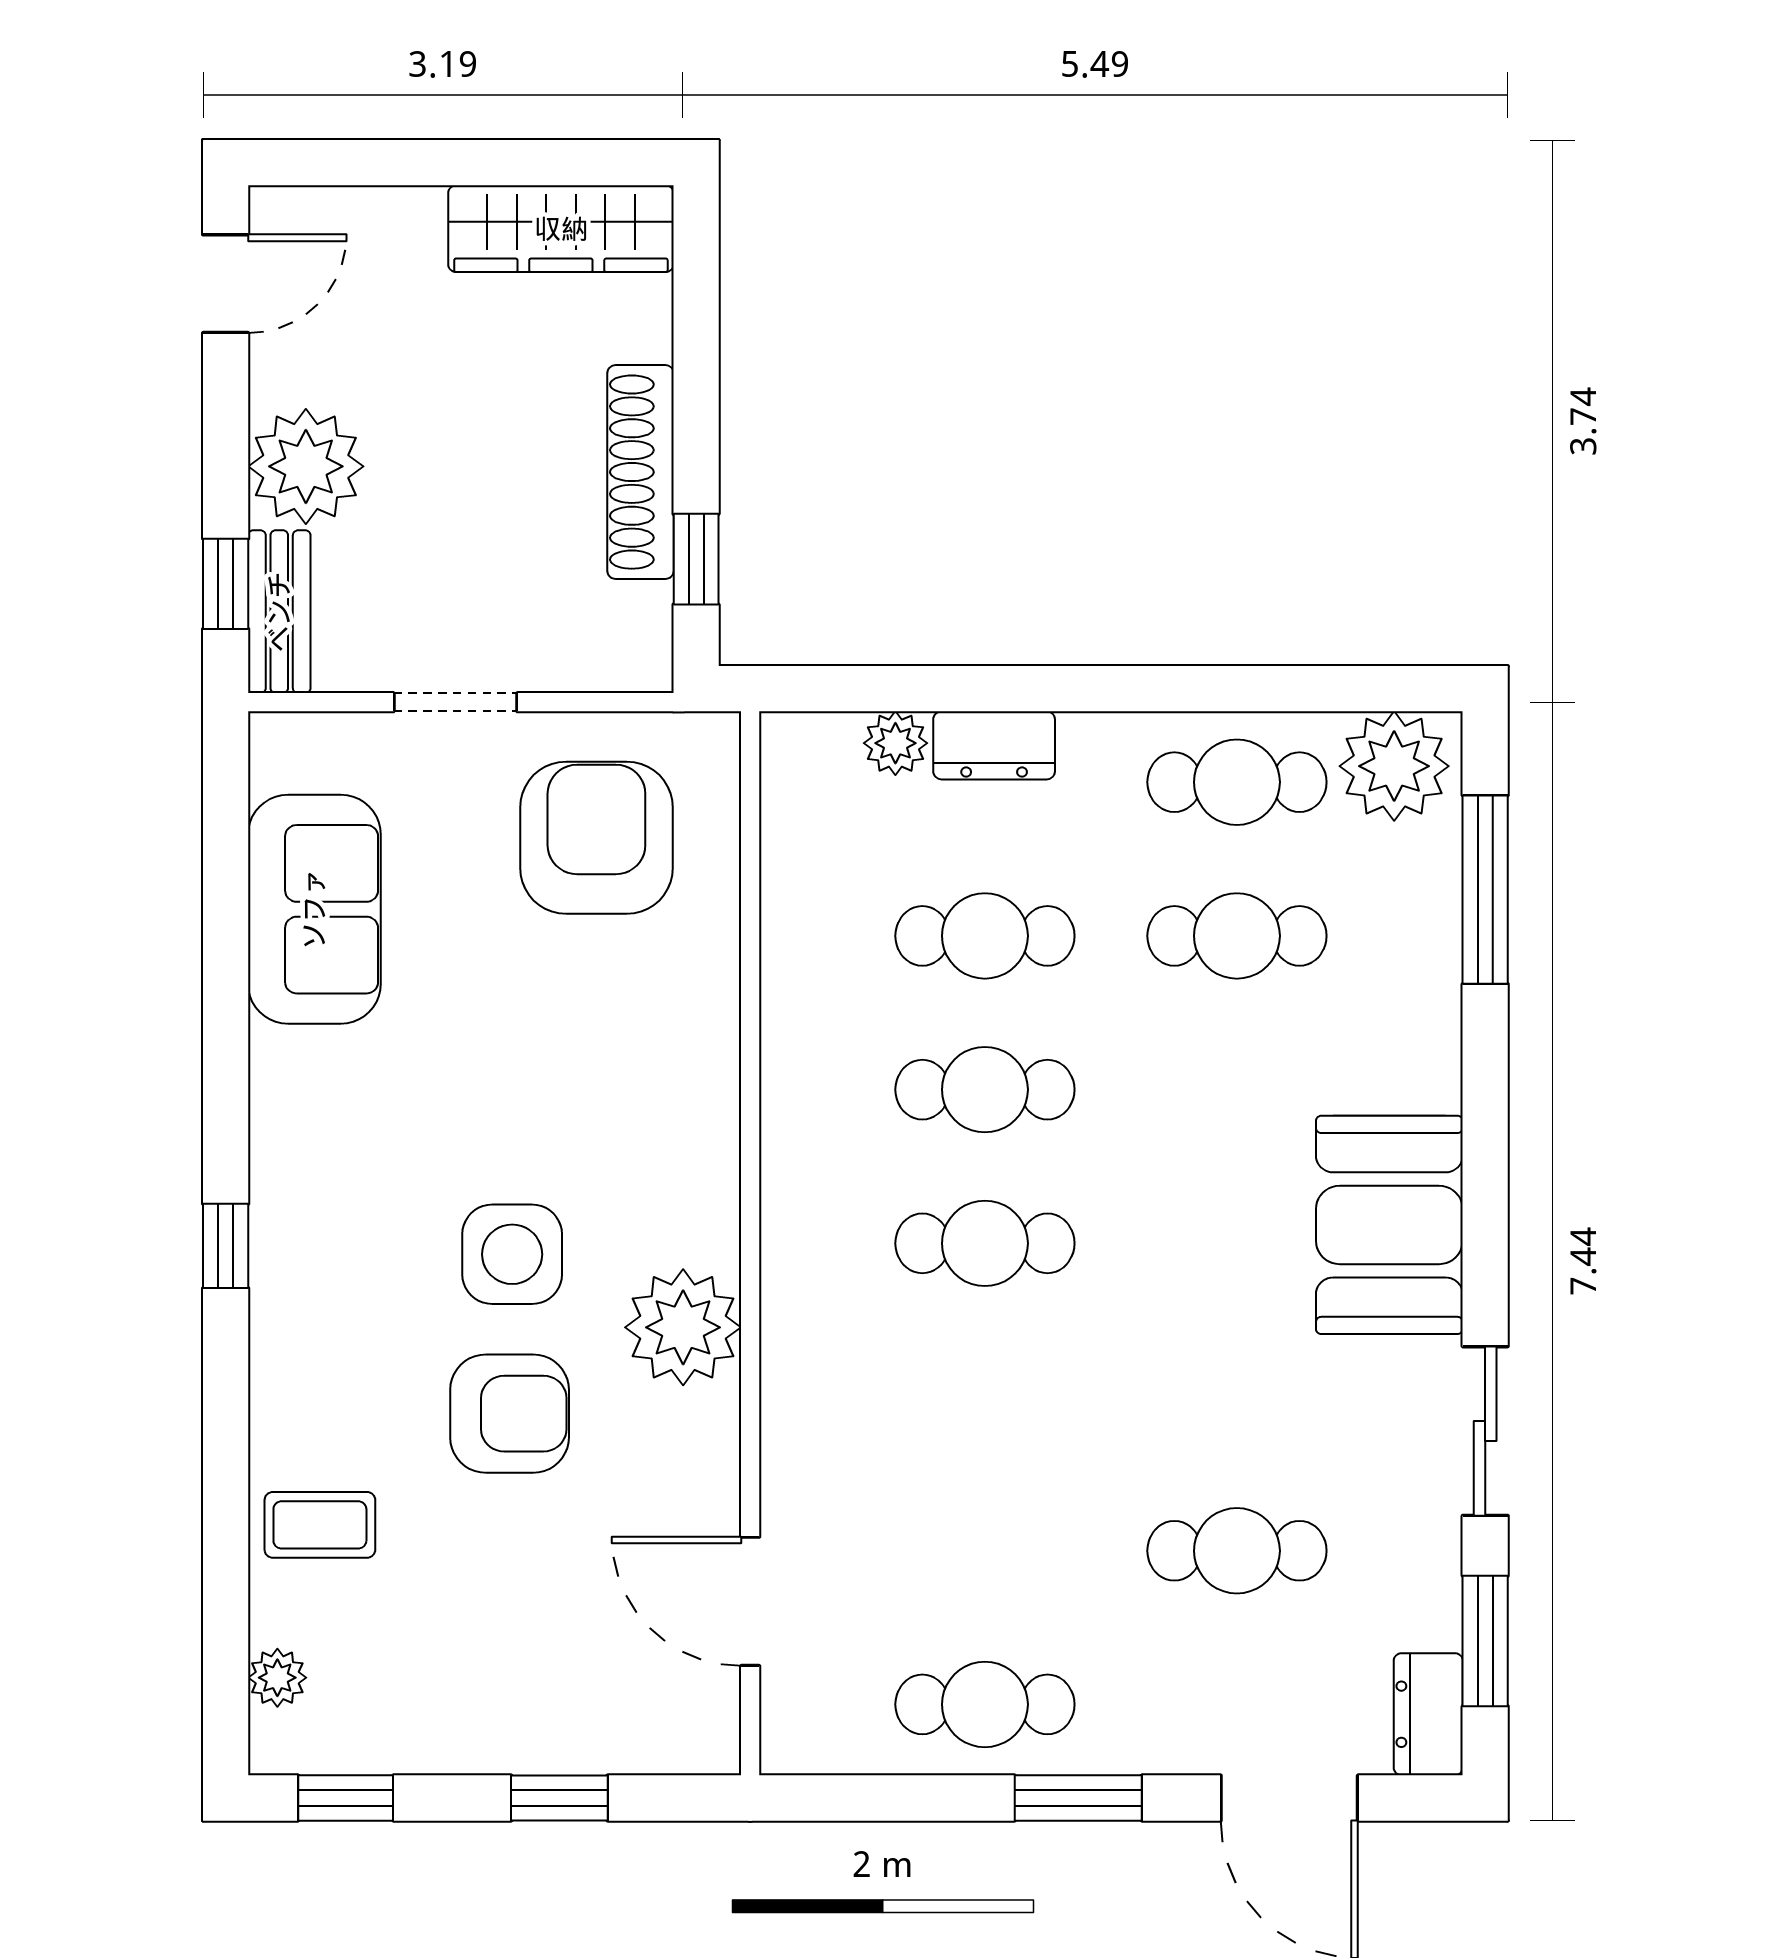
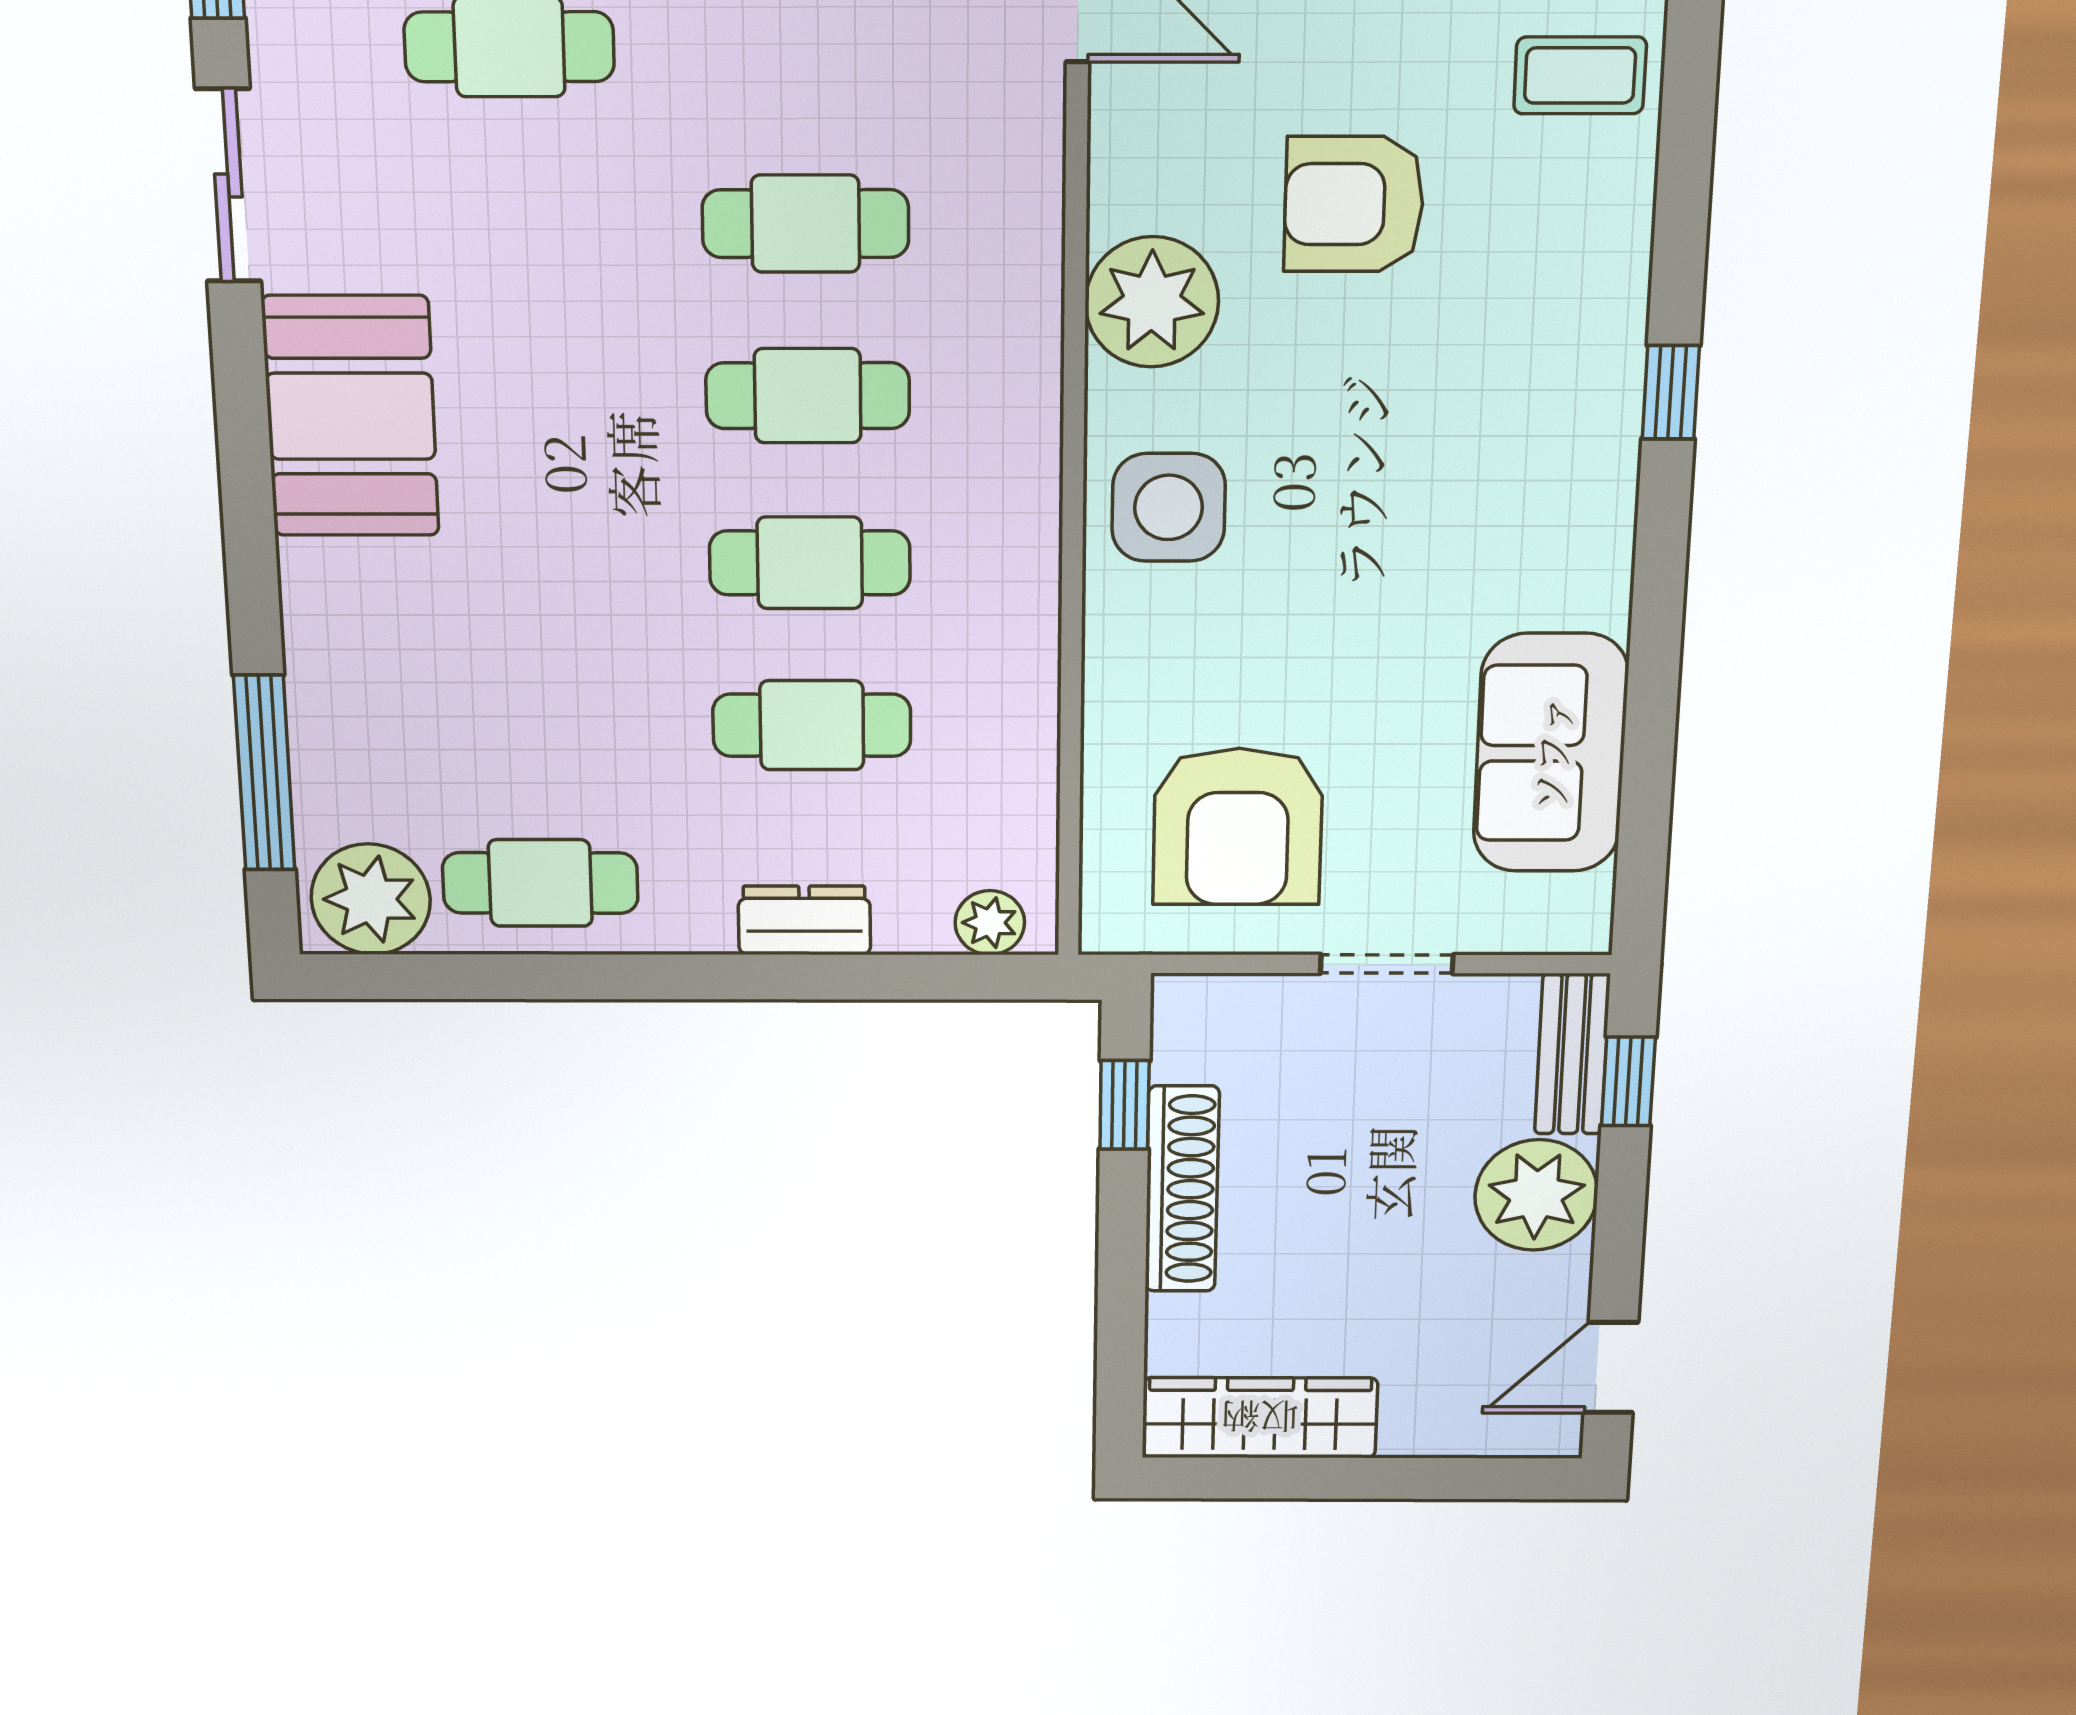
plant: (895, 743) -> (990, 923), moved
cafe table: (1237, 936) -> (805, 224), moved
side table: (512, 1254) -> (1169, 507), moved

